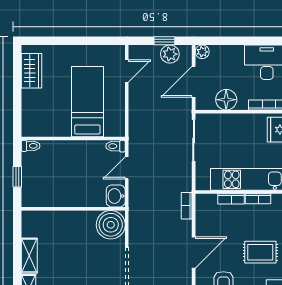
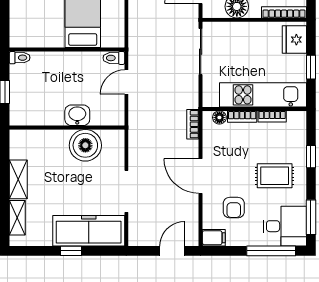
washbasin: (116, 196) -> (77, 115), moved, turned 90
floor lamp: (211, 200) -> (219, 117), added
boiler: (111, 225) -> (85, 145), moved
door: (194, 252) -> (201, 176), swing flipped

